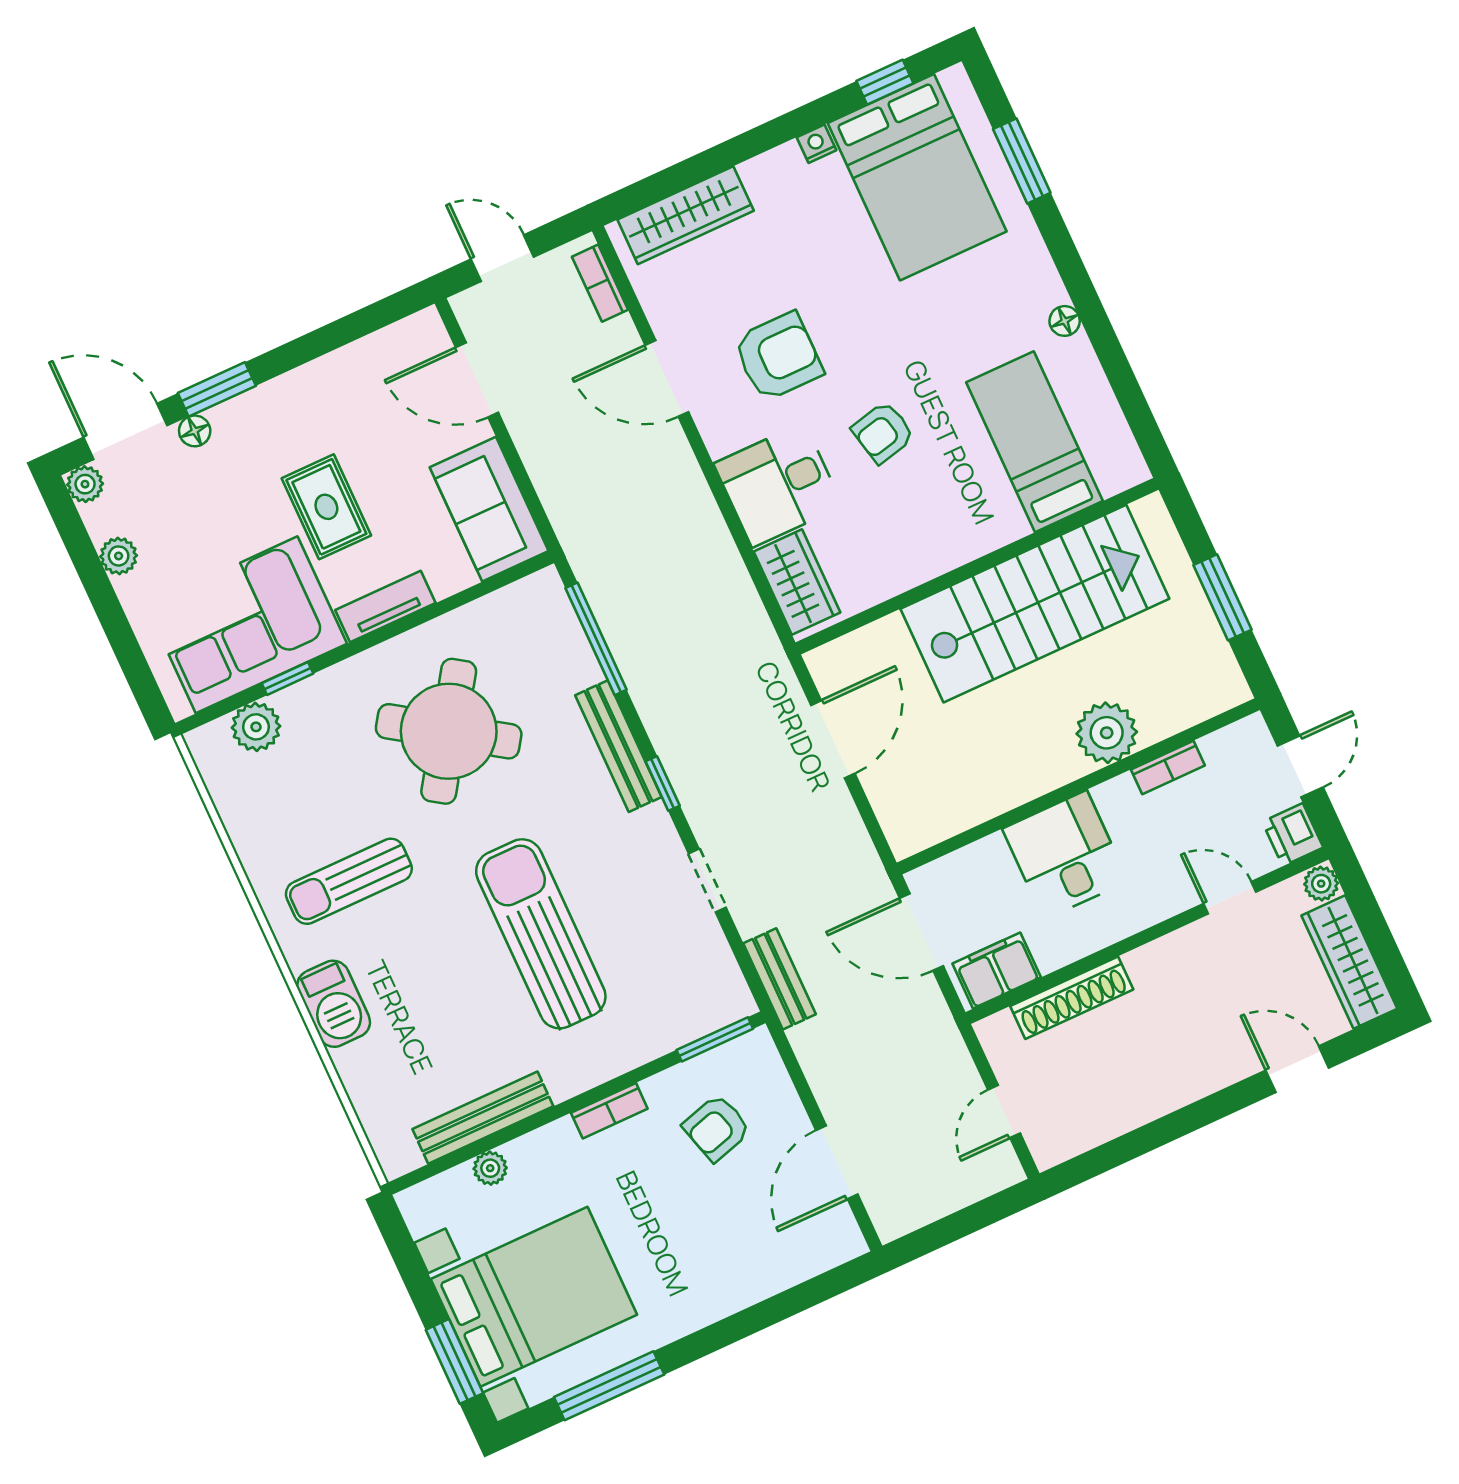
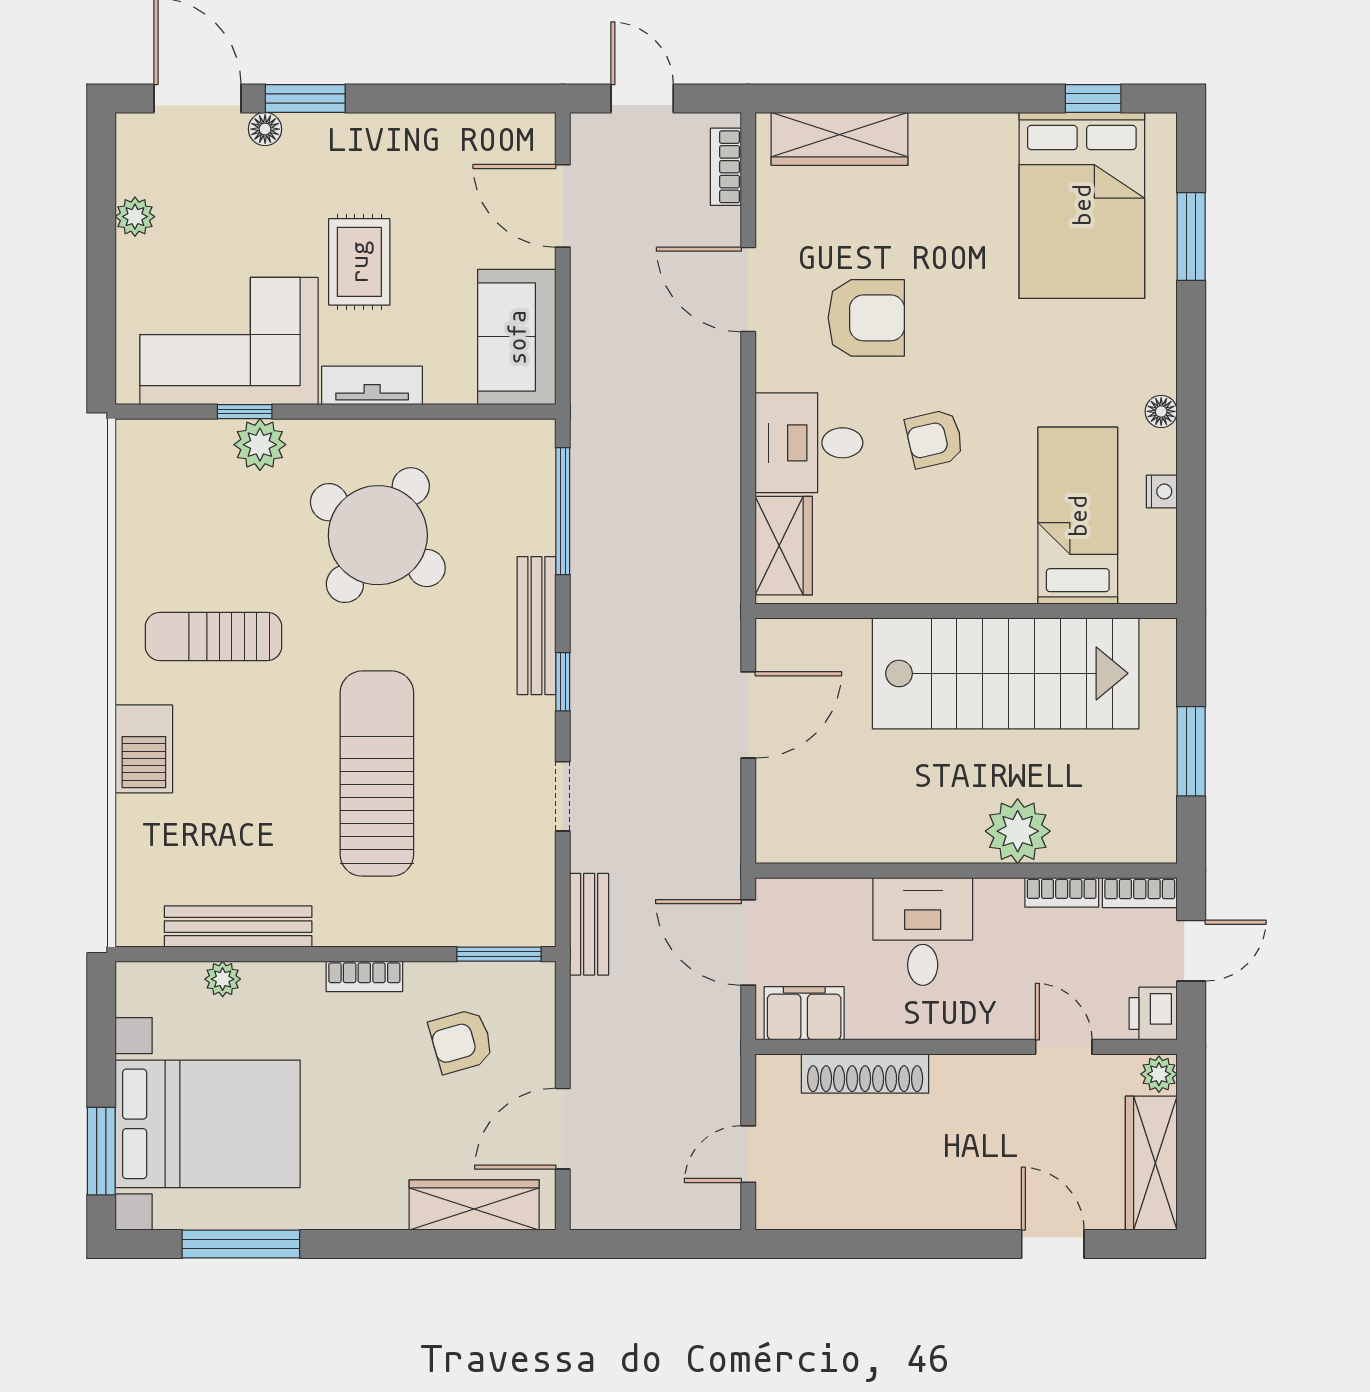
nightstand: (817, 144) -> (1162, 492), moved, turned 90
plant: (85, 484) -> (134, 132), removed
plant: (256, 727) -> (260, 445), moved
bookcase: (1234, 737) -> (1140, 893), added
wardrobe: (792, 1262) -> (474, 1205), added

